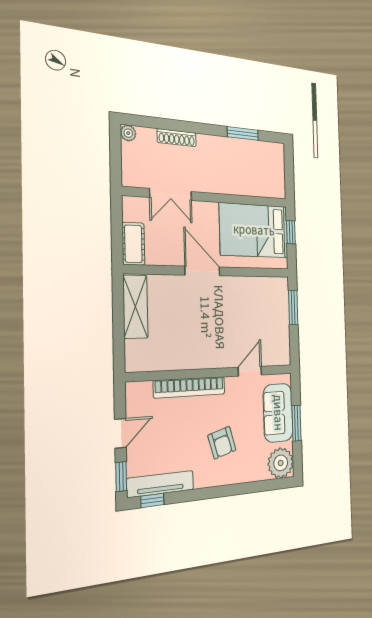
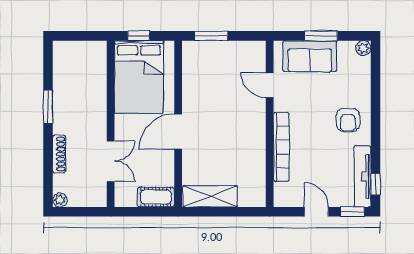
window: (243, 133) -> (48, 107), moved
armchair: (222, 443) -> (348, 120), moved, turned 106
plant: (281, 463) -> (363, 48), width x0.53, depth x0.53

